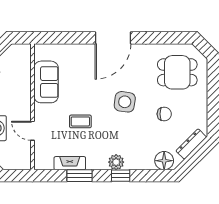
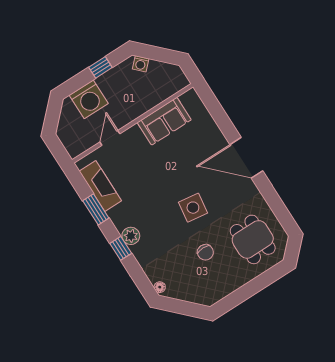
coffee table: (80, 121) -> (148, 178), removed
dresser: (191, 144) -> (193, 296), removed
floor lamp: (164, 161) -> (160, 287), width x0.53, depth x0.53
fireplace: (70, 163) -> (100, 186), width x1.37, depth x1.32

